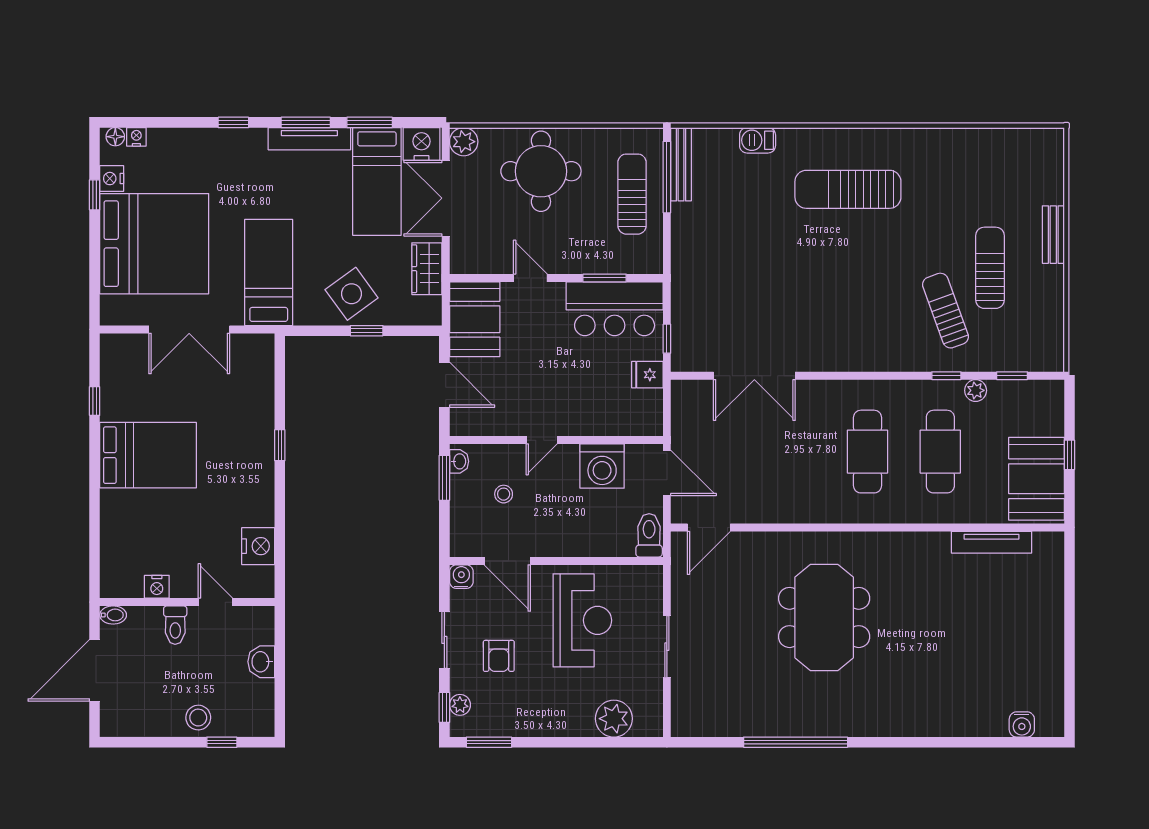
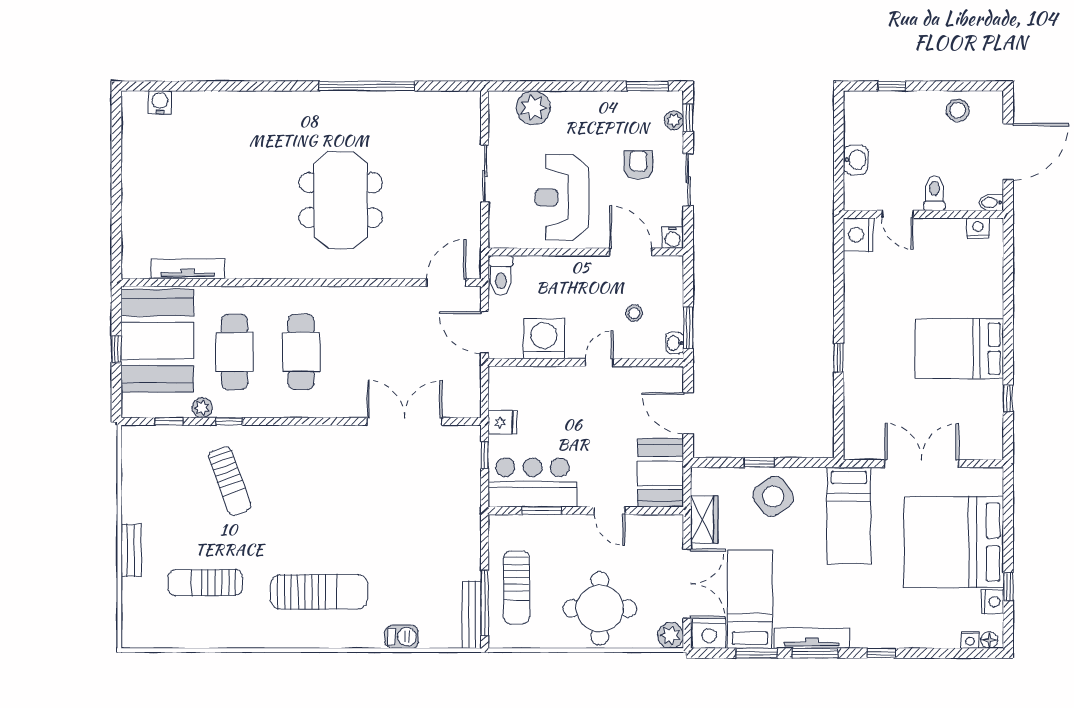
sun lounger: (990, 268) -> (205, 583), moved, turned 90
booth: (1036, 479) -> (157, 341), width x1.36, depth x1.42
nightstand: (258, 546) -> (859, 235), moved
nightstand: (157, 587) -> (978, 228), moved
stool: (198, 718) -> (958, 110), moved

